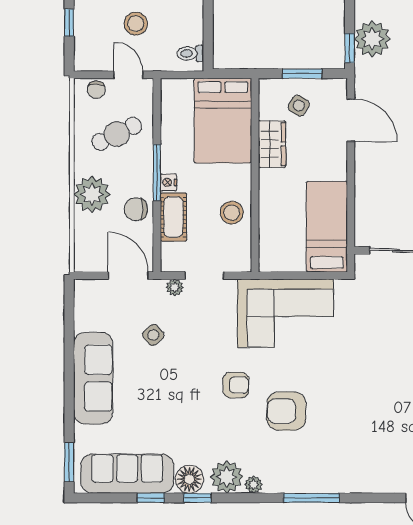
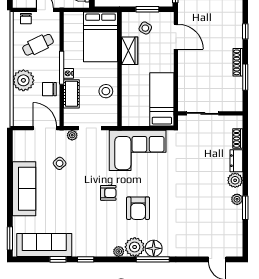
armchair: (286, 411) -> (138, 208), turned -90
plant: (227, 477) -> (135, 247), moved
floor lamp: (189, 479) -> (154, 248), moved

